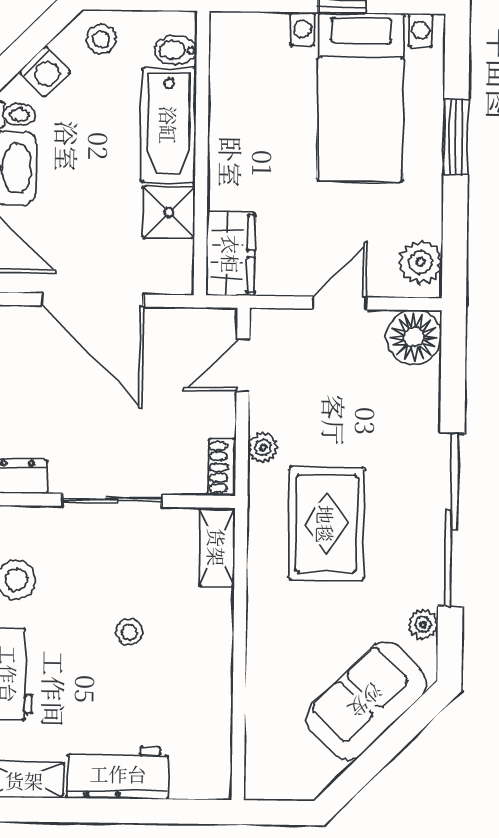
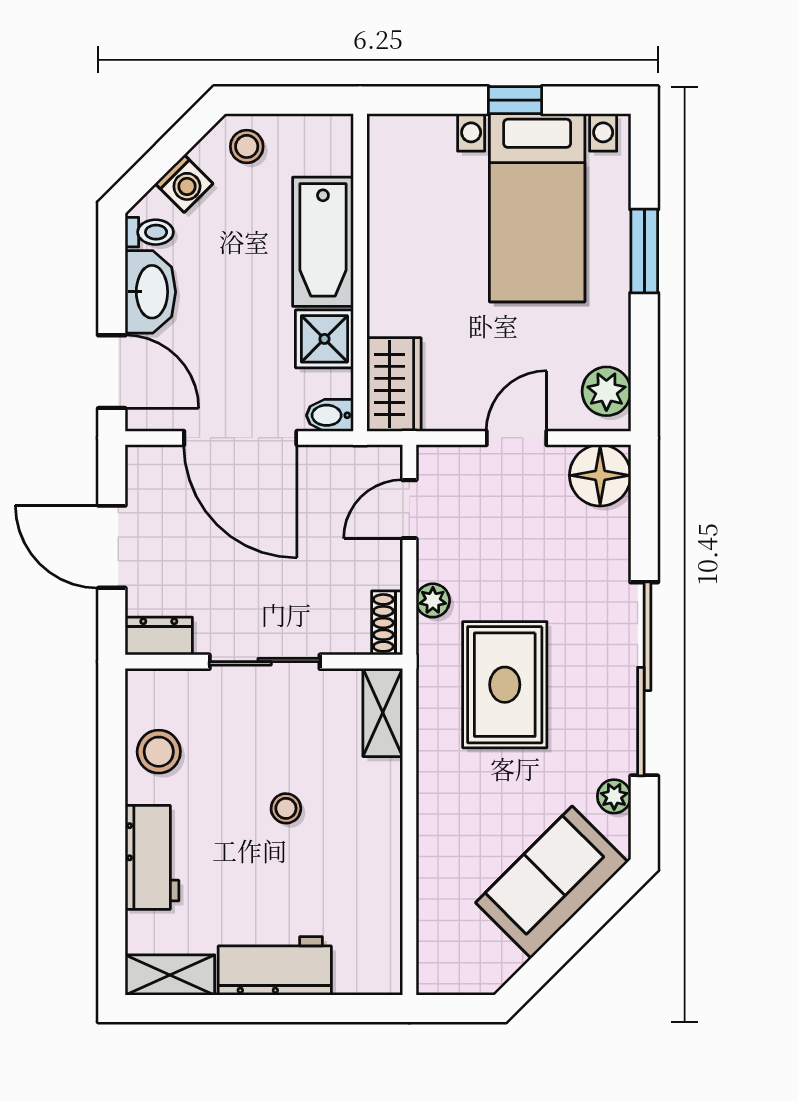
bidet: (176, 50) -> (330, 415), moved

